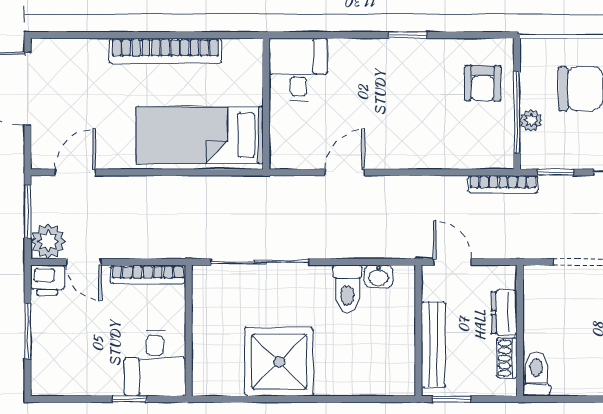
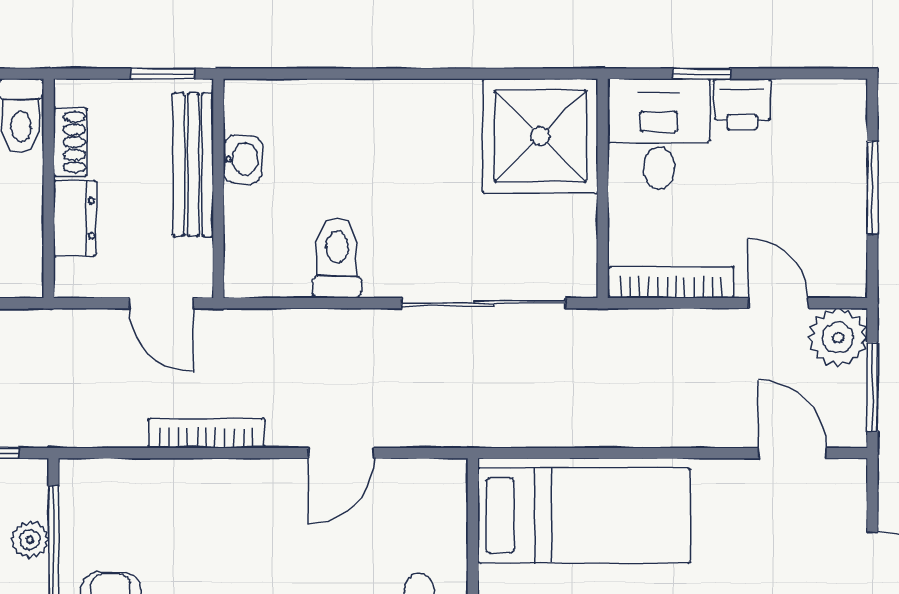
door: (75, 172) -> (792, 453), swing flipped
bookcase: (503, 184) -> (206, 433), moved
washbasin: (379, 276) -> (243, 159), moved, turned 90
printer: (47, 280) -> (742, 104), moved, turned 180
shower: (279, 362) -> (540, 136), moved

